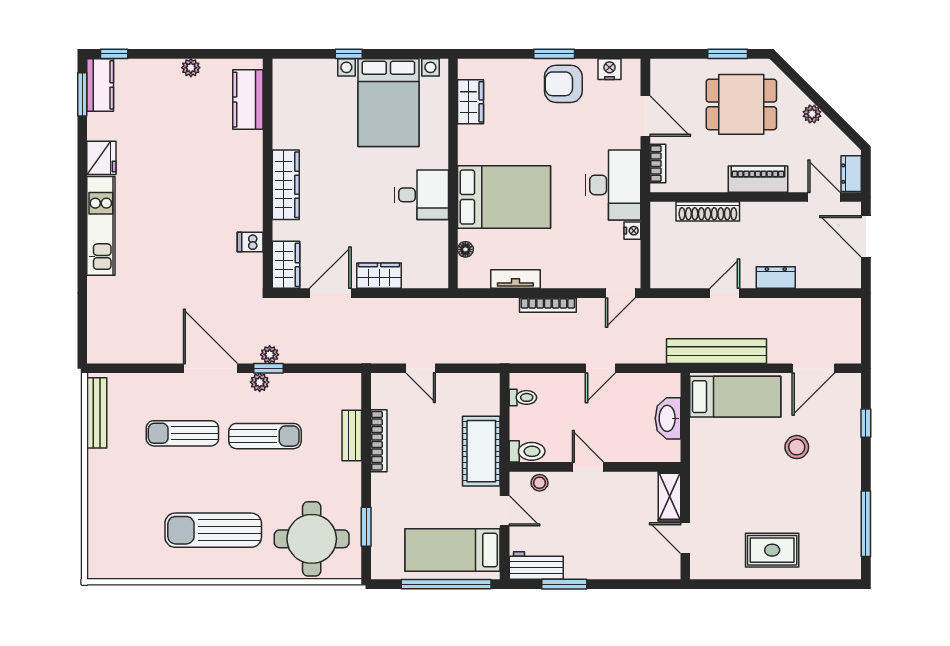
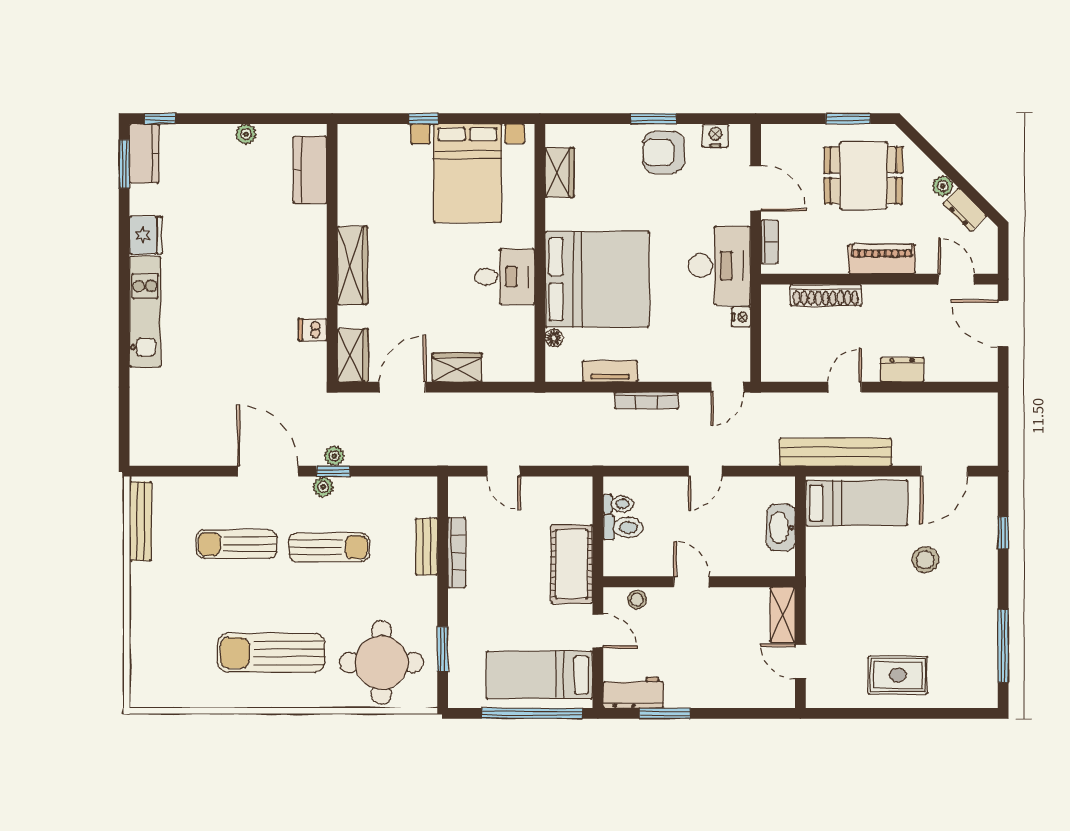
dresser: (851, 174) -> (965, 210), moved, turned -45
bed: (504, 197) -> (597, 279), width x1.36
toilet: (527, 451) -> (623, 528), moved

